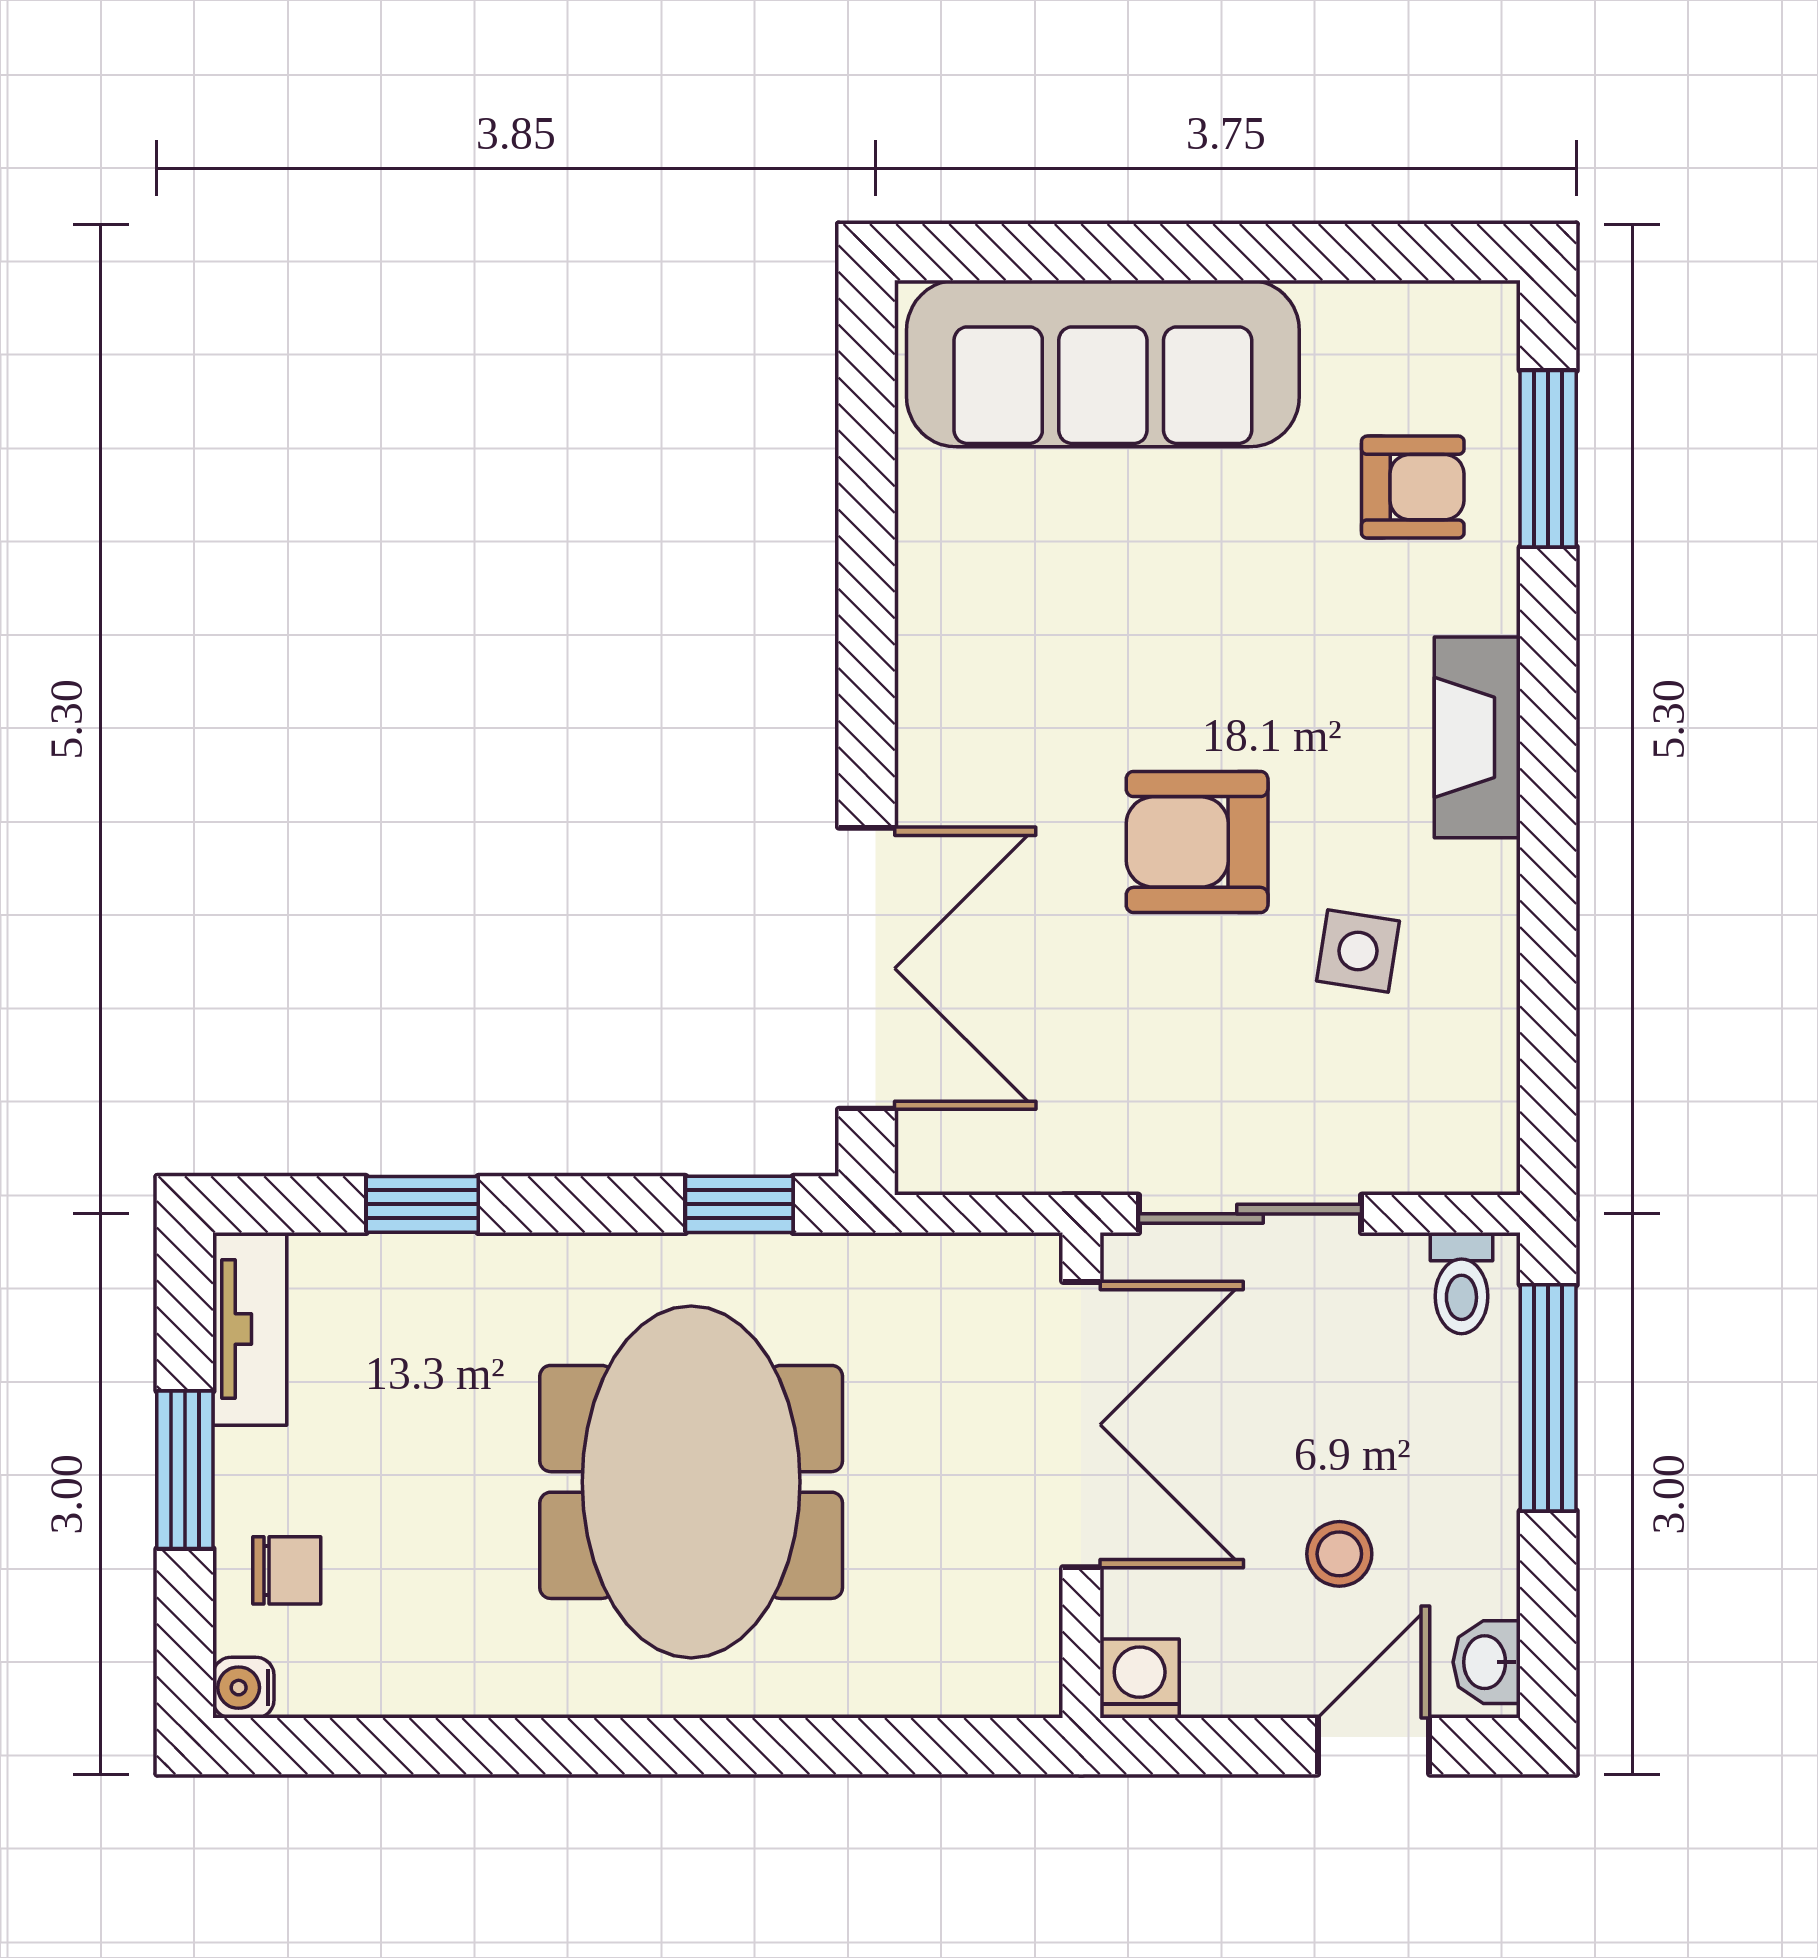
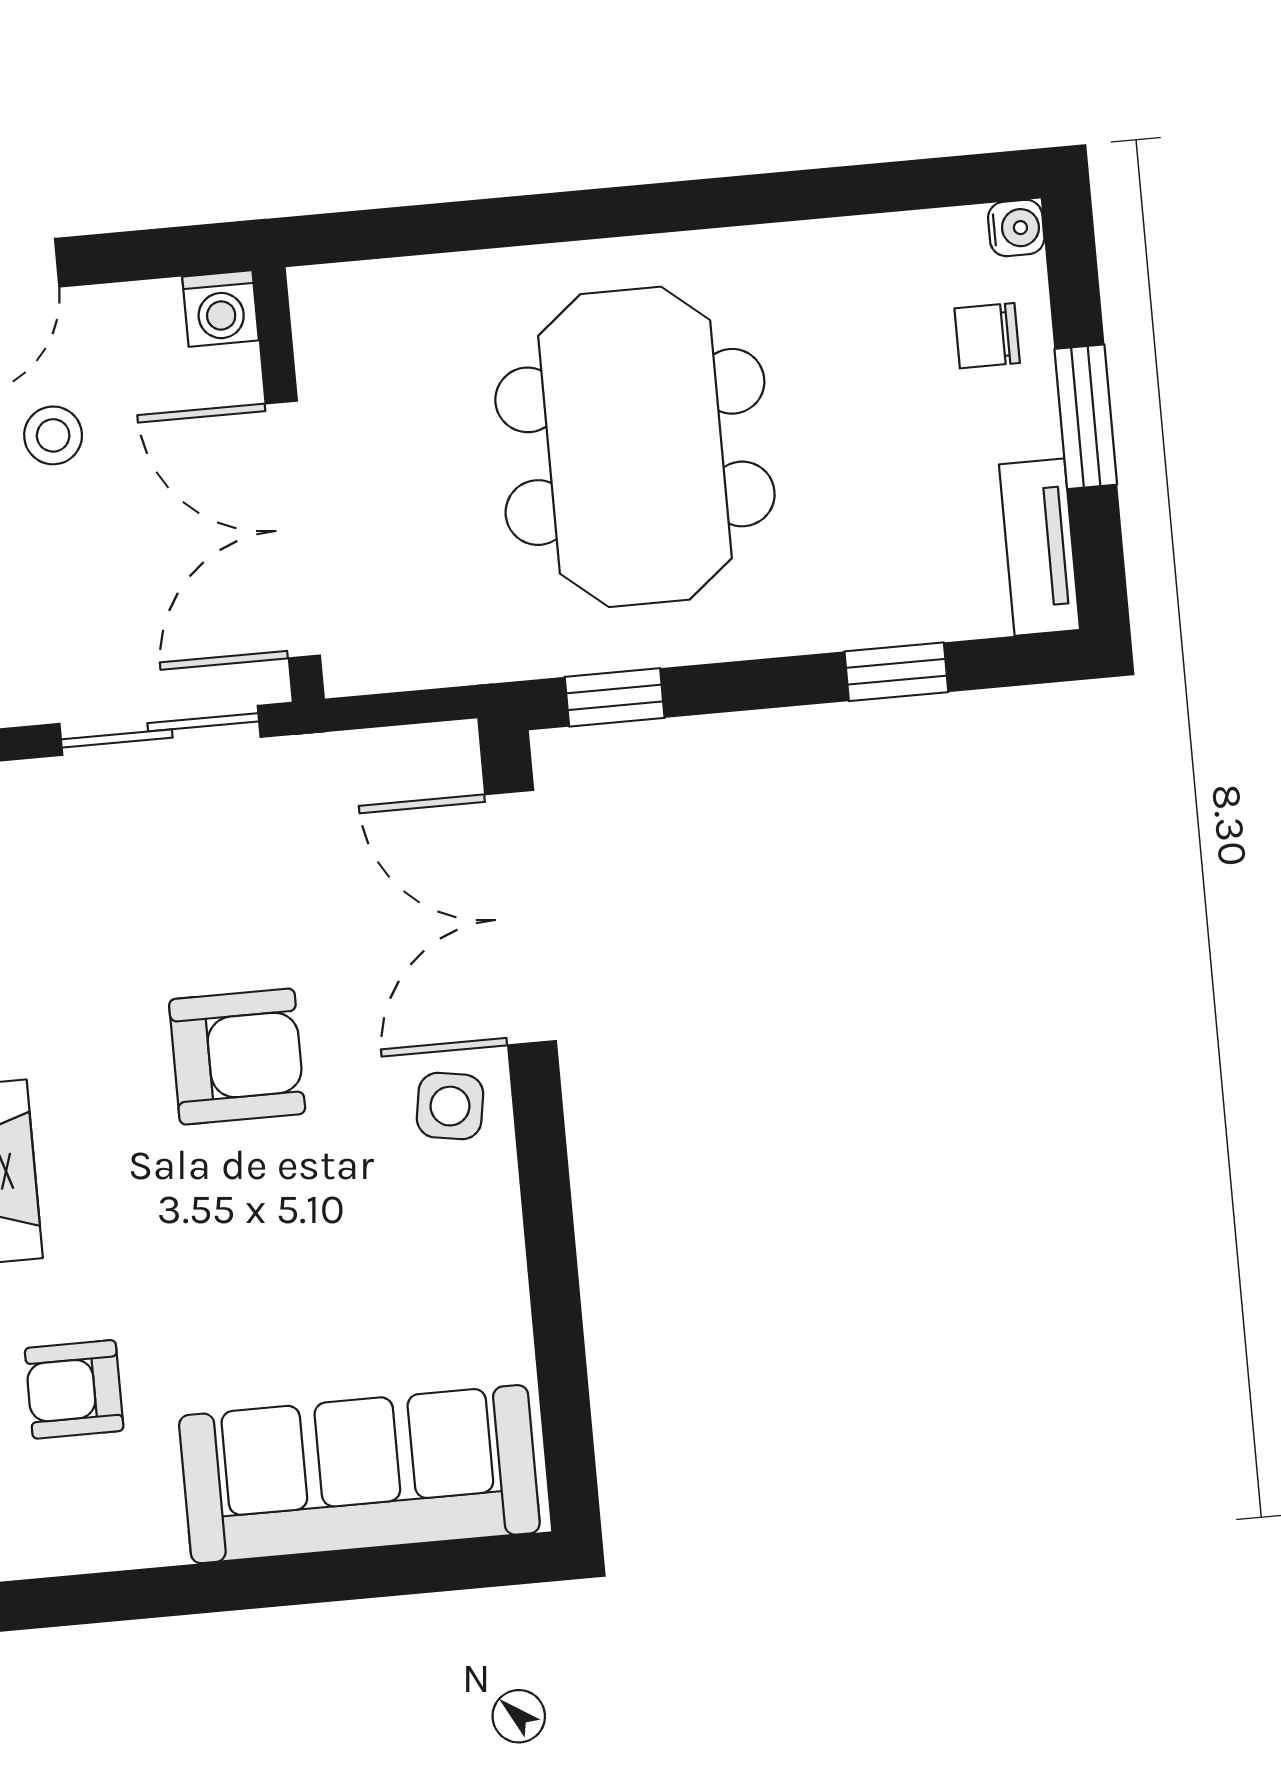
side table: (1358, 951) -> (450, 1106), moved

